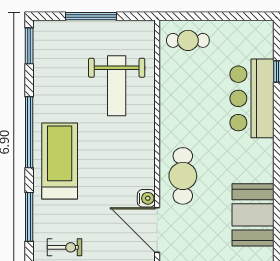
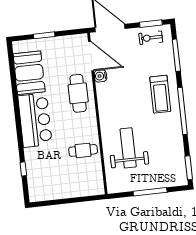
cafe table: (188, 40) -> (83, 150), moved
bar counter: (252, 98) -> (35, 120), moved
treadmill: (60, 161) -> (160, 94), width x0.73, depth x0.73

